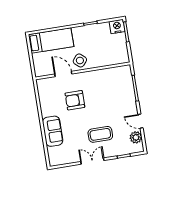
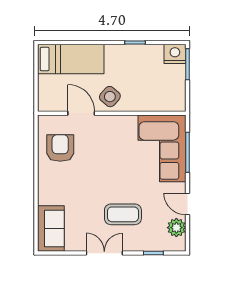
corner sofa: (118, 88) -> (162, 148), added
armchair: (75, 100) -> (60, 148), moved, turned 90
sofa: (53, 131) -> (51, 229), moved

